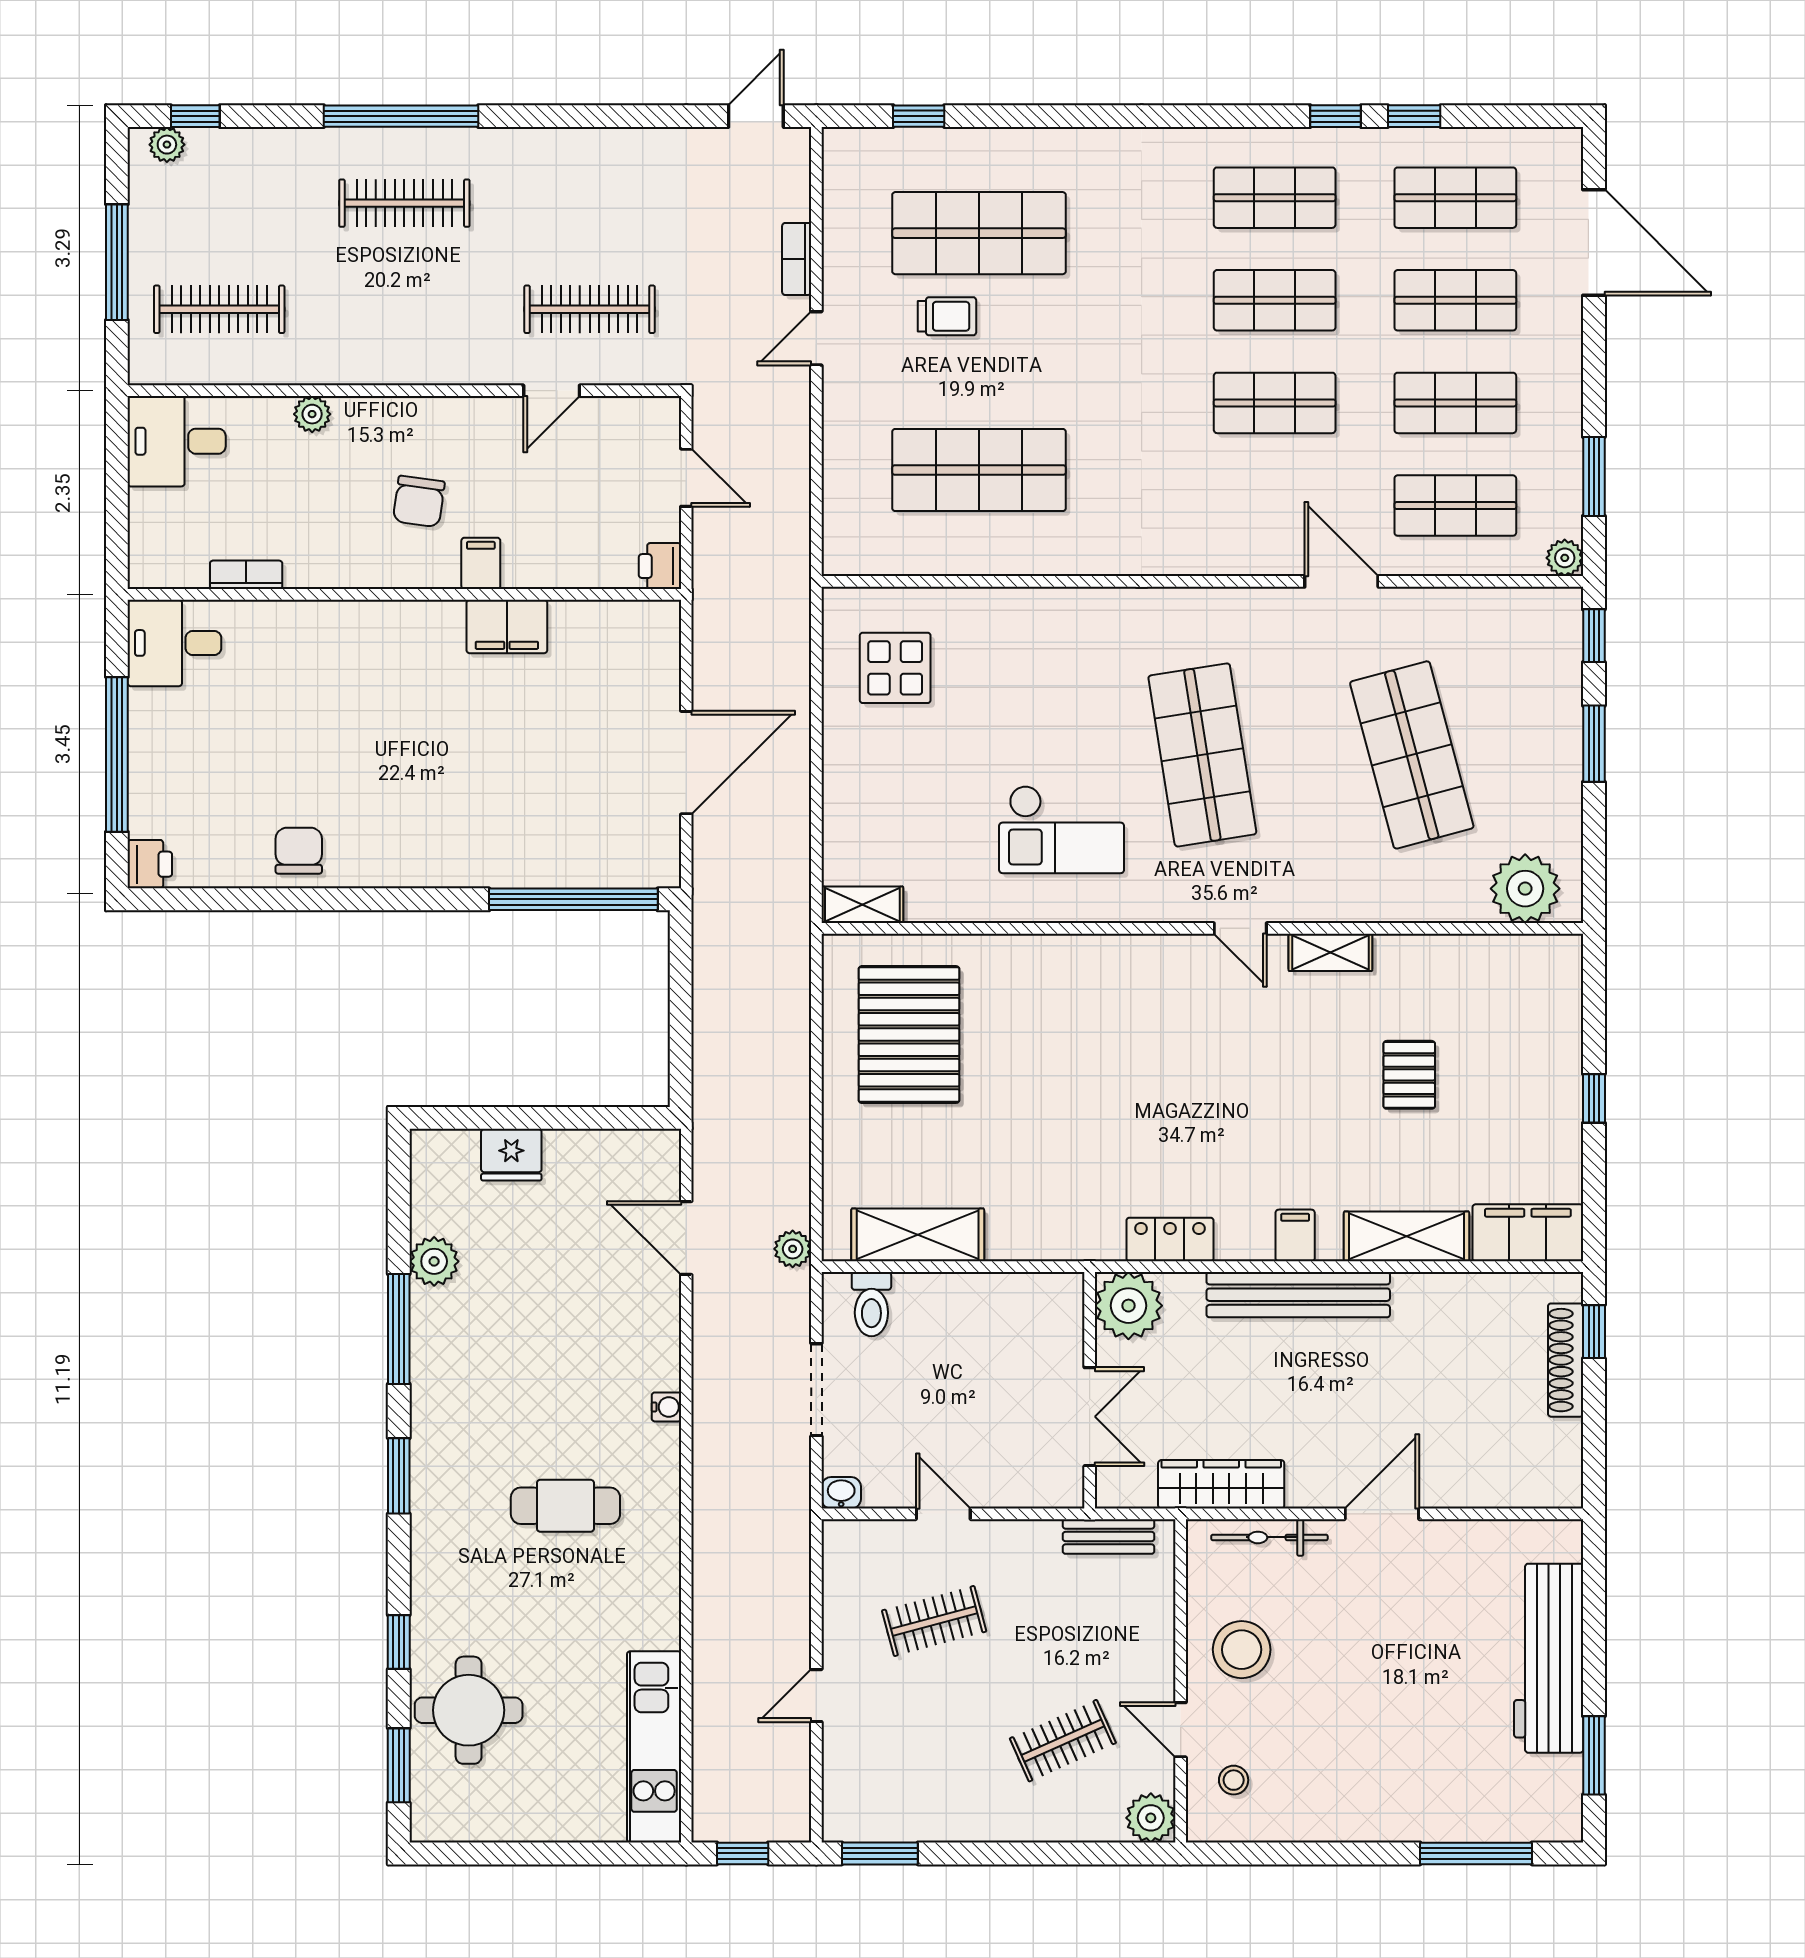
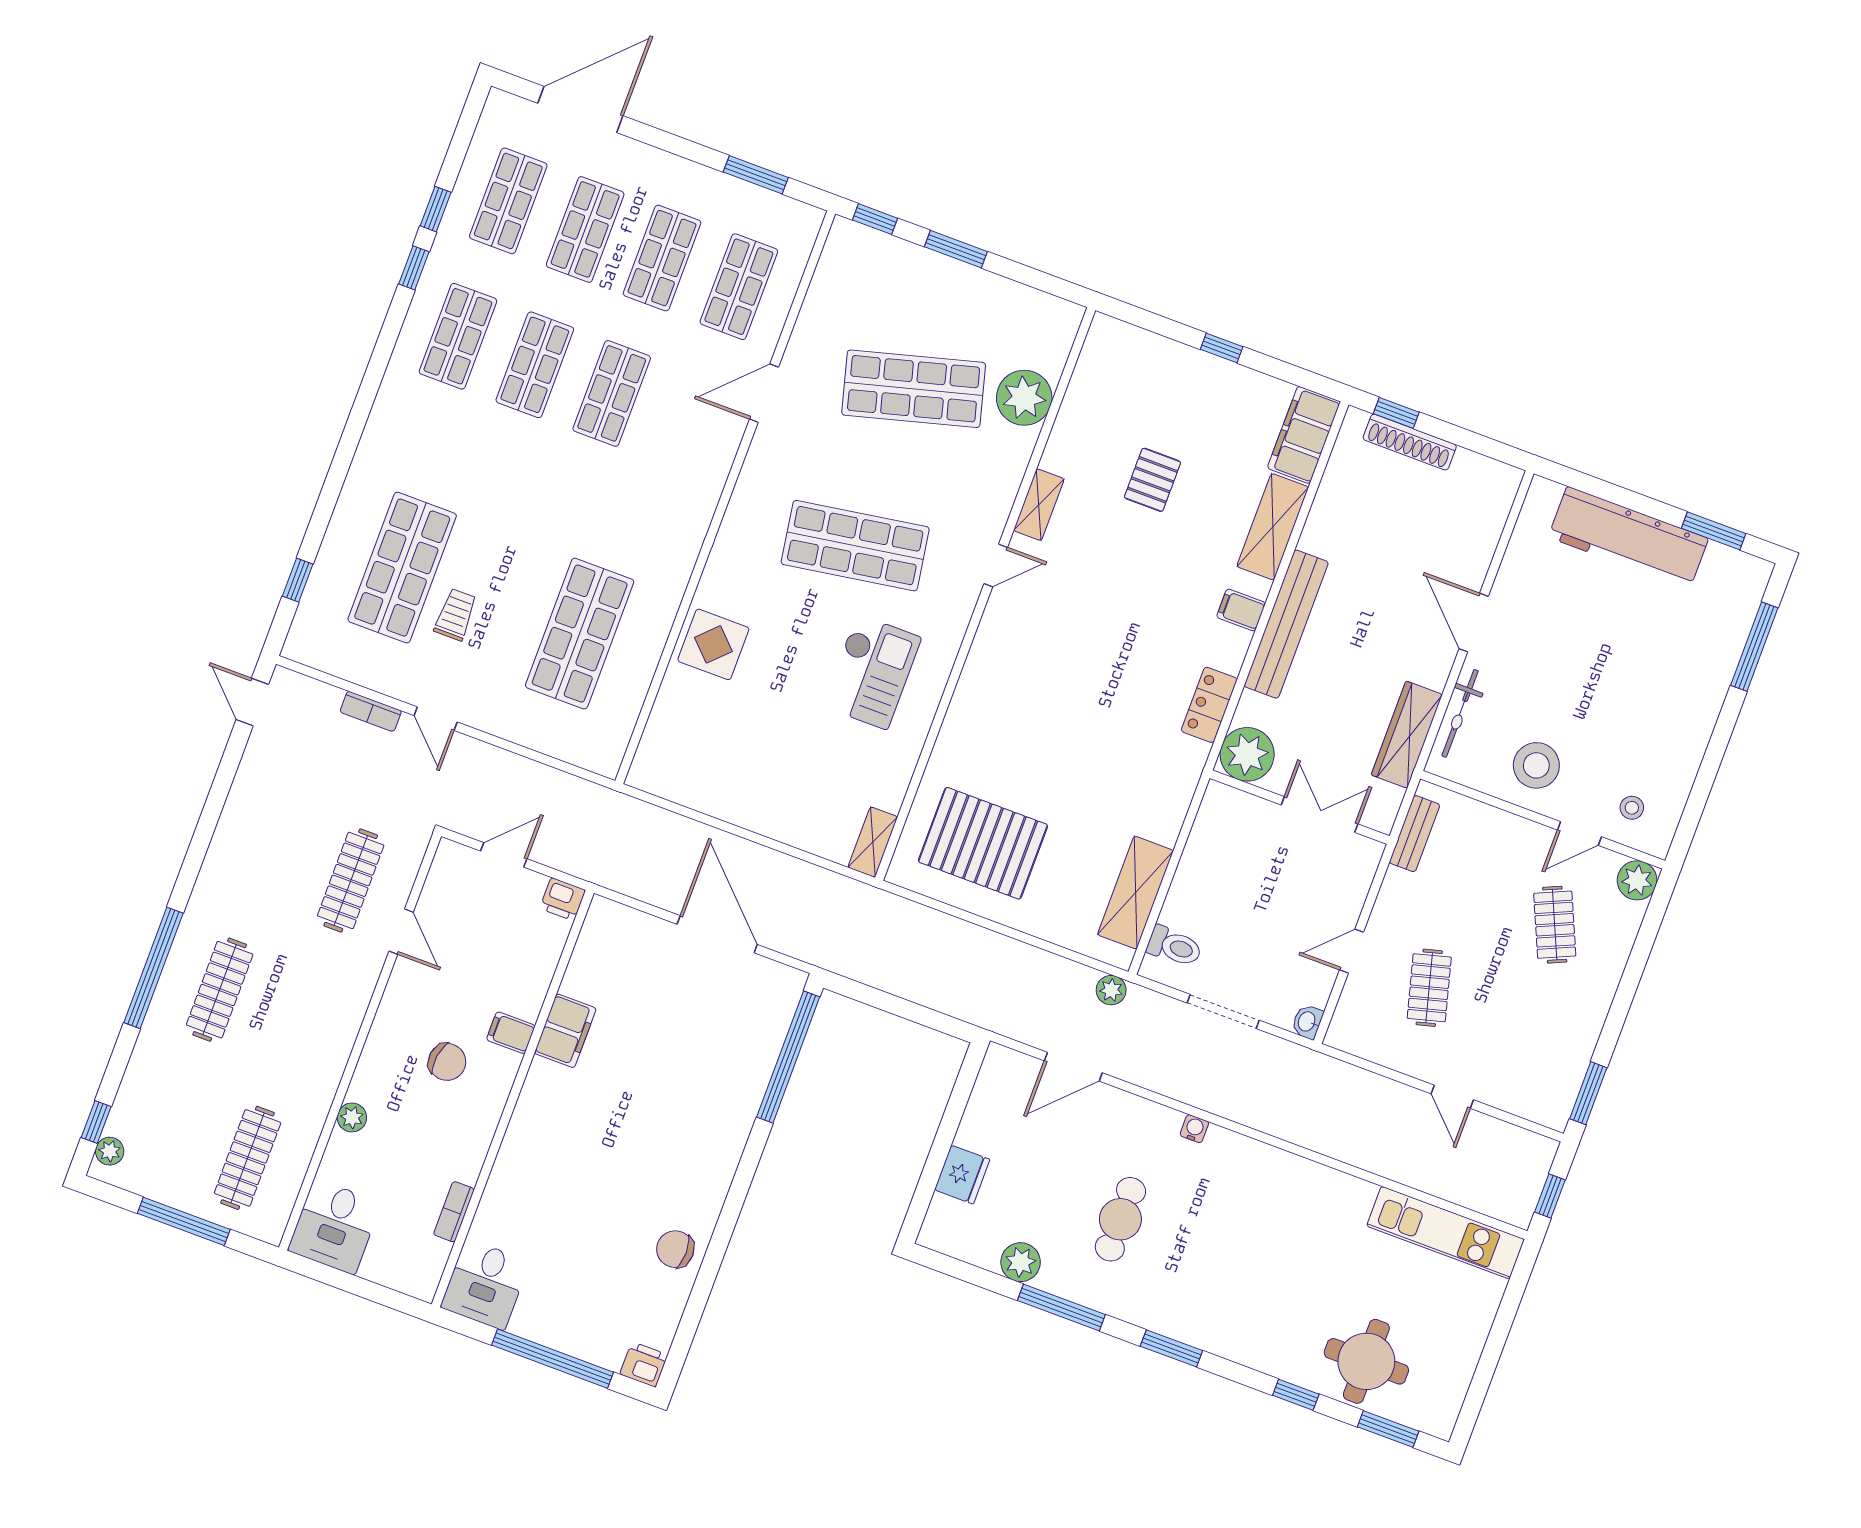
plant: (1565, 558) -> (809, 219), removed
display table: (895, 668) -> (713, 644), moved
plant: (1525, 889) -> (1024, 398), moved
pallet: (1409, 1075) -> (1152, 480), turned 90
cafe table: (565, 1506) -> (1120, 1219), moved

